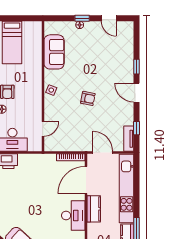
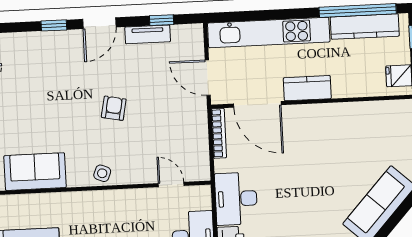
tv unit: (129, 139) -> (148, 34), moved
door: (103, 153) -> (208, 78), hinge flipped
desk: (73, 215) -> (236, 199), moved, turned -90

